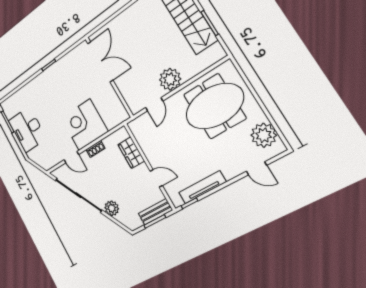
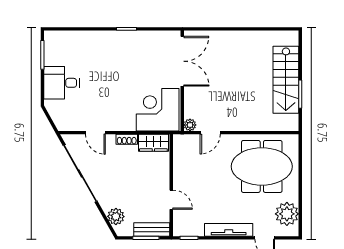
plant: (170, 79) -> (190, 125), moved, width x0.53, depth x0.53
corner desk: (84, 125) -> (158, 110), moved
desk: (27, 130) -> (62, 83), width x0.73
wardrobe: (131, 153) -> (153, 143), moved, turned -90
tv unit: (202, 187) -> (229, 230), moved
plant: (112, 208) -> (116, 216), moved

